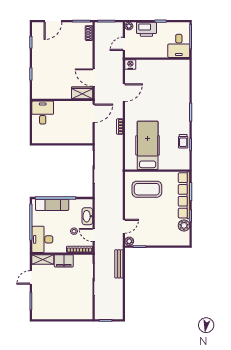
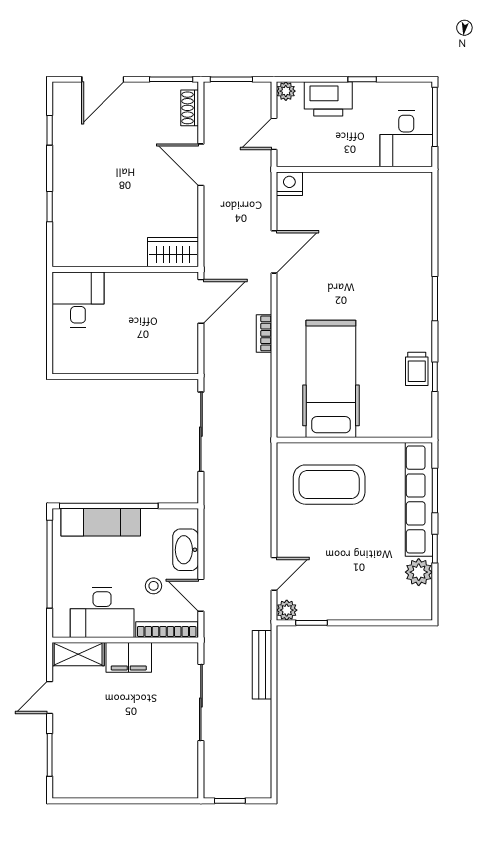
door: (94, 78) -> (201, 165), moved
desk: (42, 239) -> (102, 613), moved, turned -90

